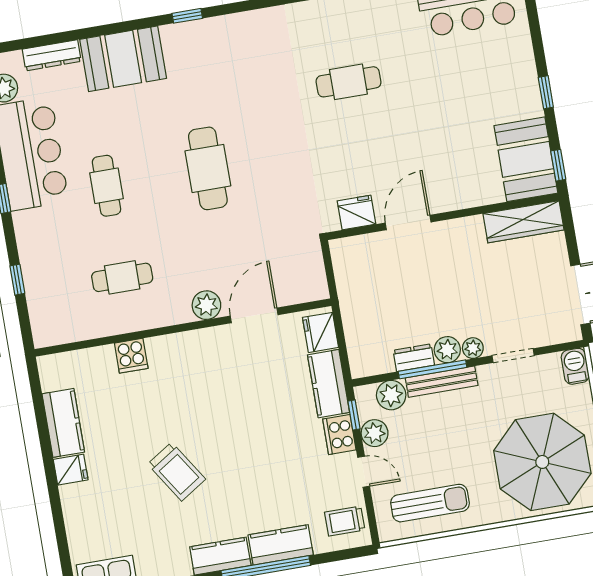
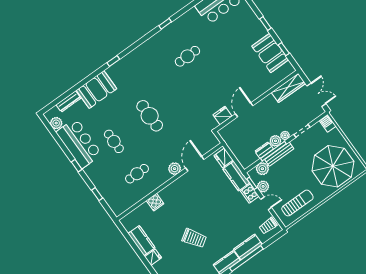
fridge: (356, 212) -> (222, 116), moved
wall: (443, 217) -> (256, 101), moved
door: (408, 222) -> (244, 110), moved
wardrobe: (523, 222) -> (288, 88), moved

